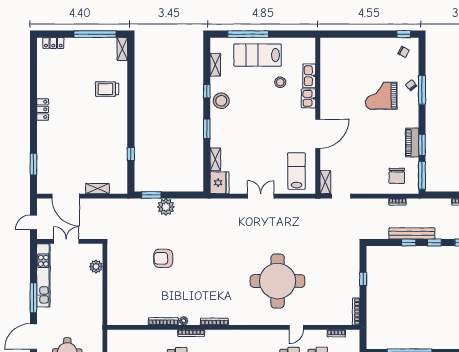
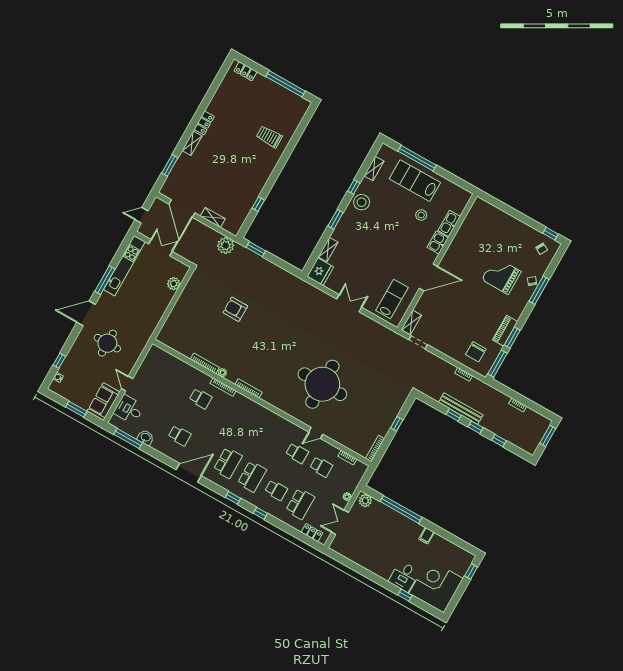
shelving: (122, 49) -> (192, 143), moved
plant: (166, 207) -> (226, 246), moved

